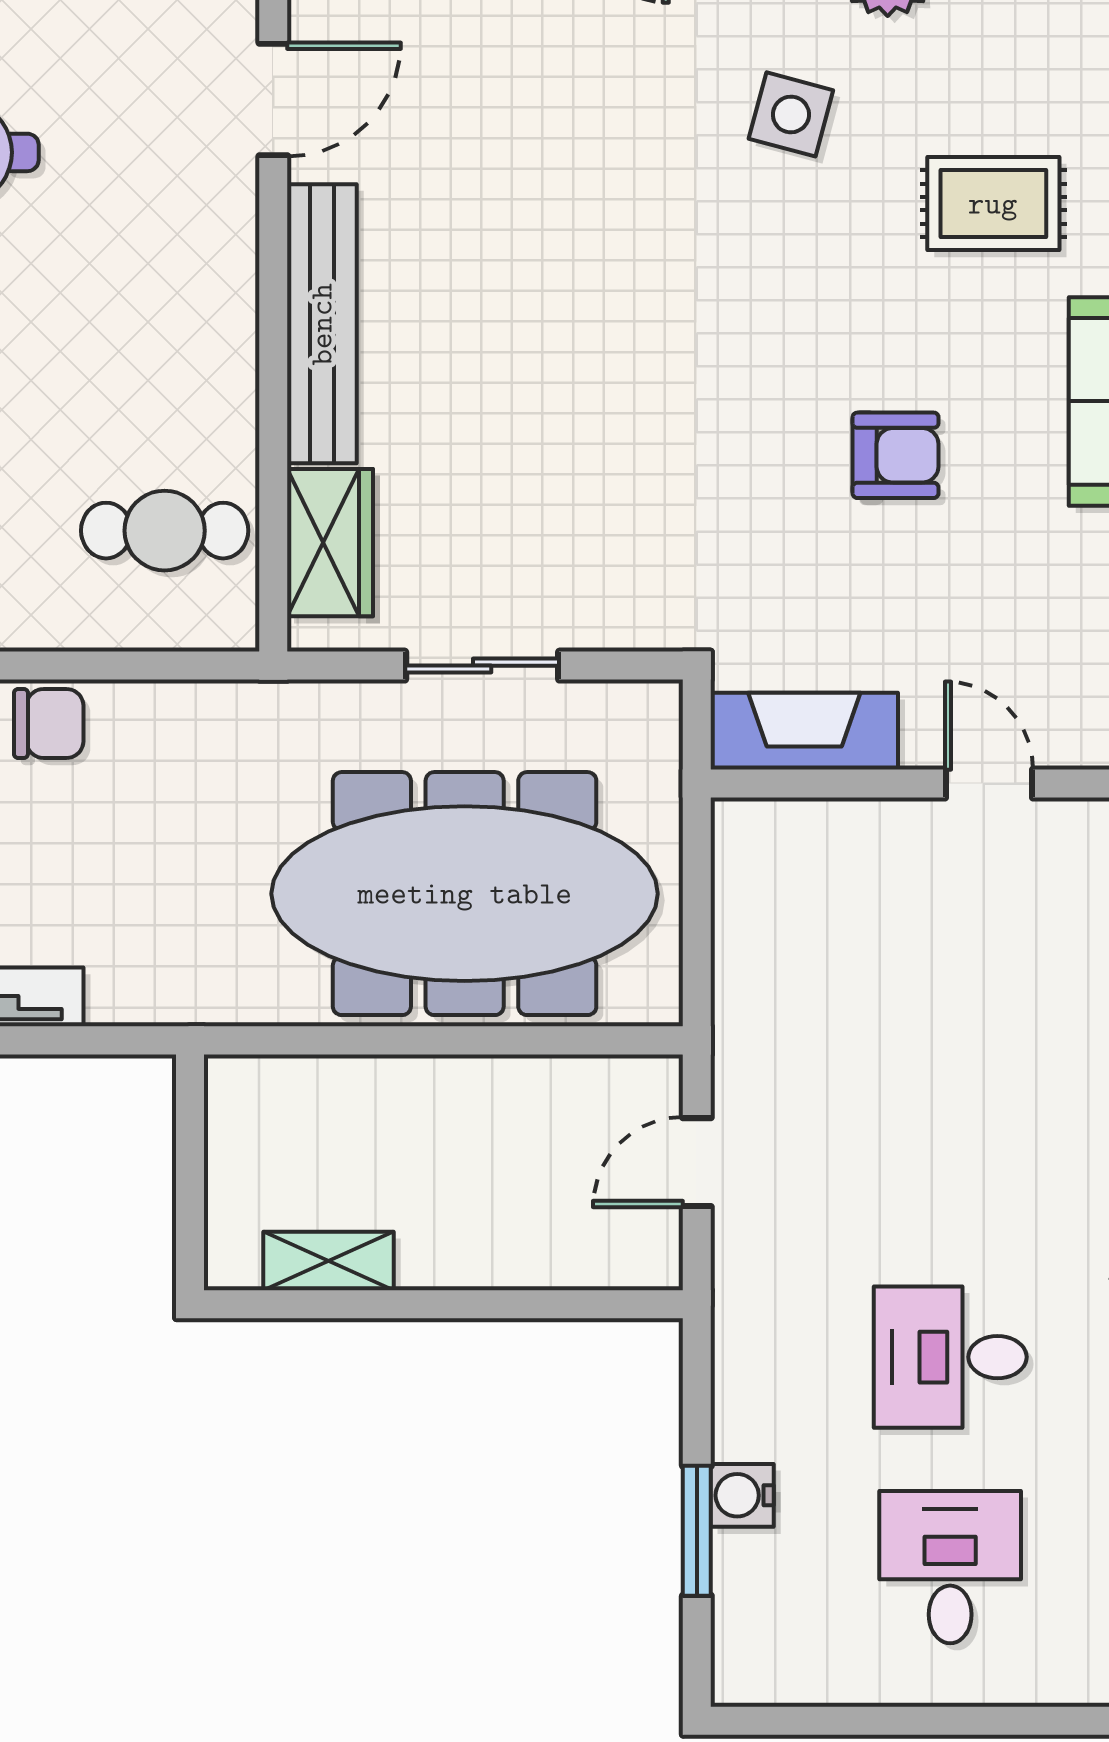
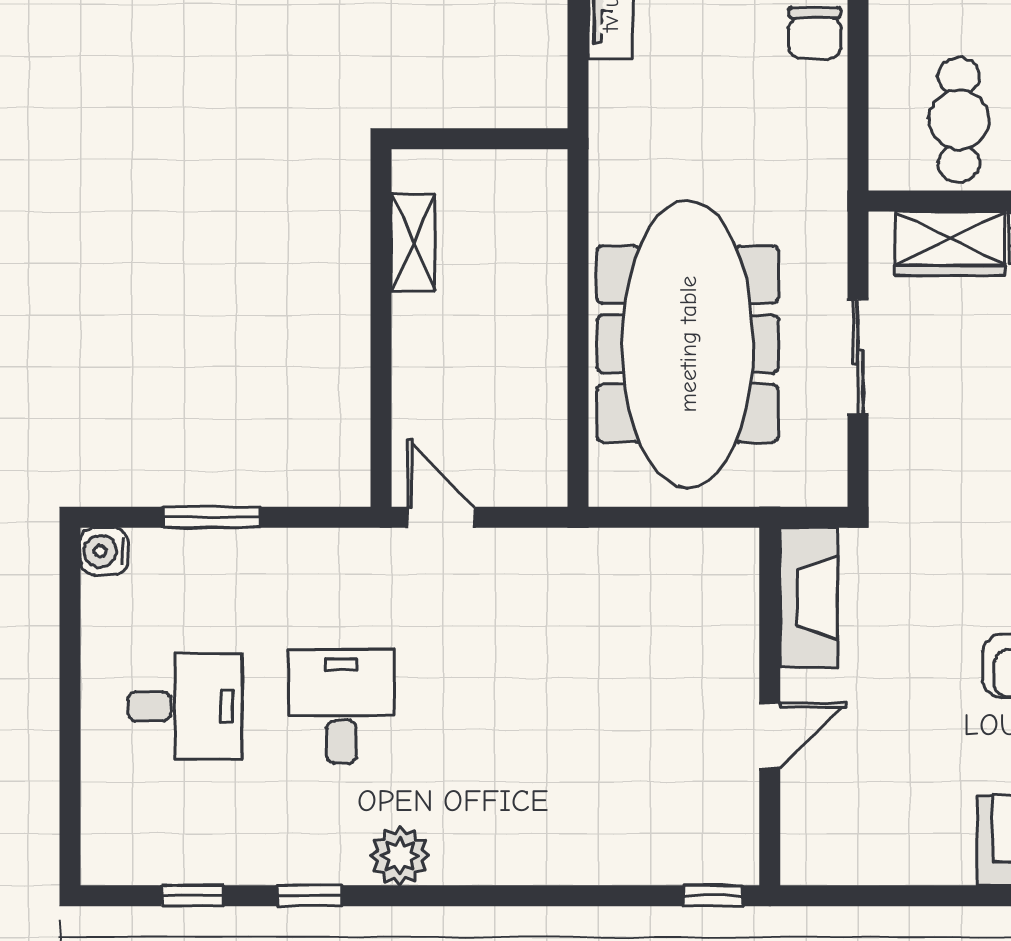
door: (697, 1162) -> (441, 517), moved
water cooler: (742, 1495) -> (104, 551), moved, turned -90

